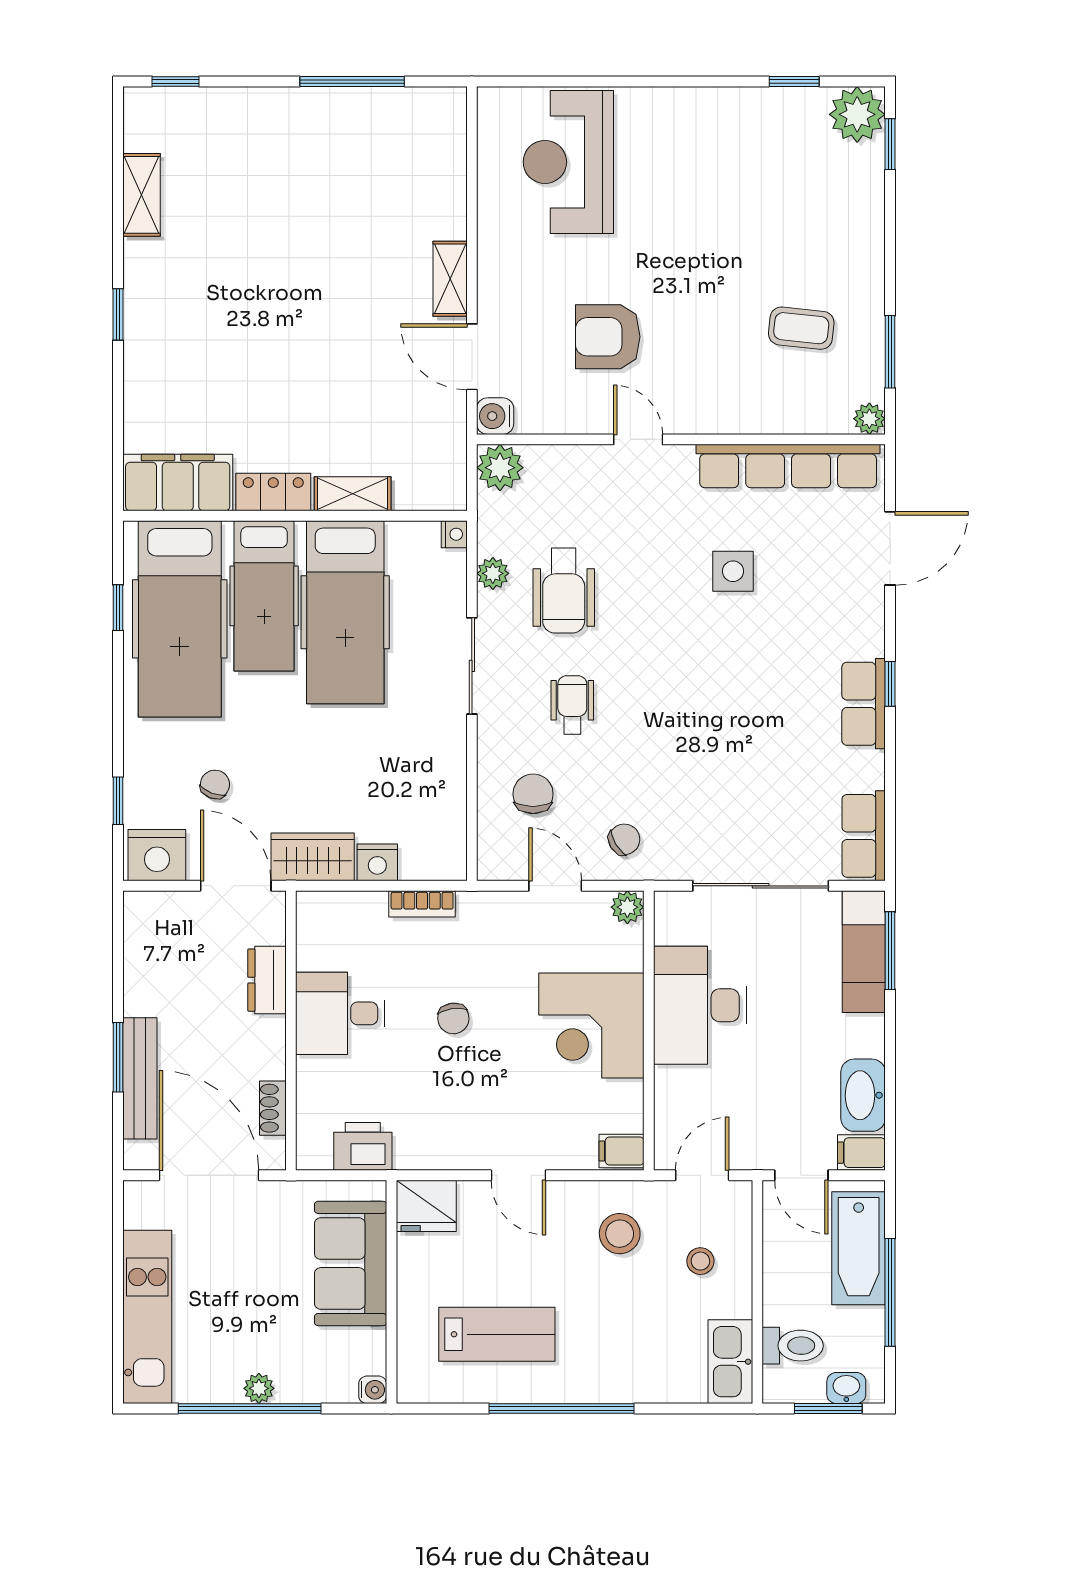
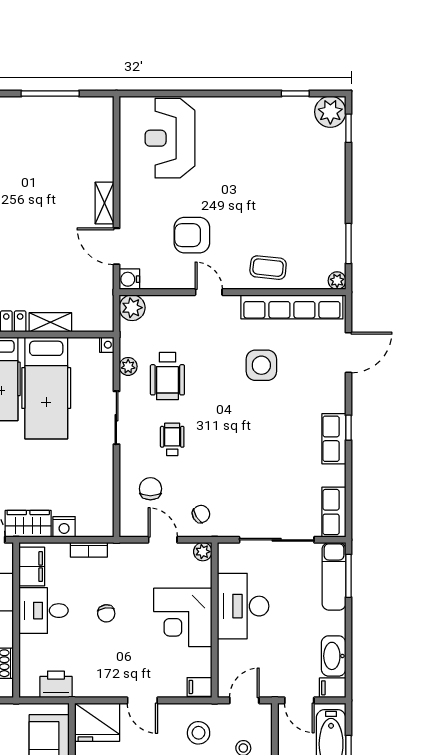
coffee table: (801, 328) -> (268, 268), moved
side table: (733, 571) -> (261, 365), width x1.37, depth x1.37
filing cabinet: (319, 934) -> (32, 567), added
fridge: (426, 1206) -> (97, 722), width x1.36, depth x1.34

